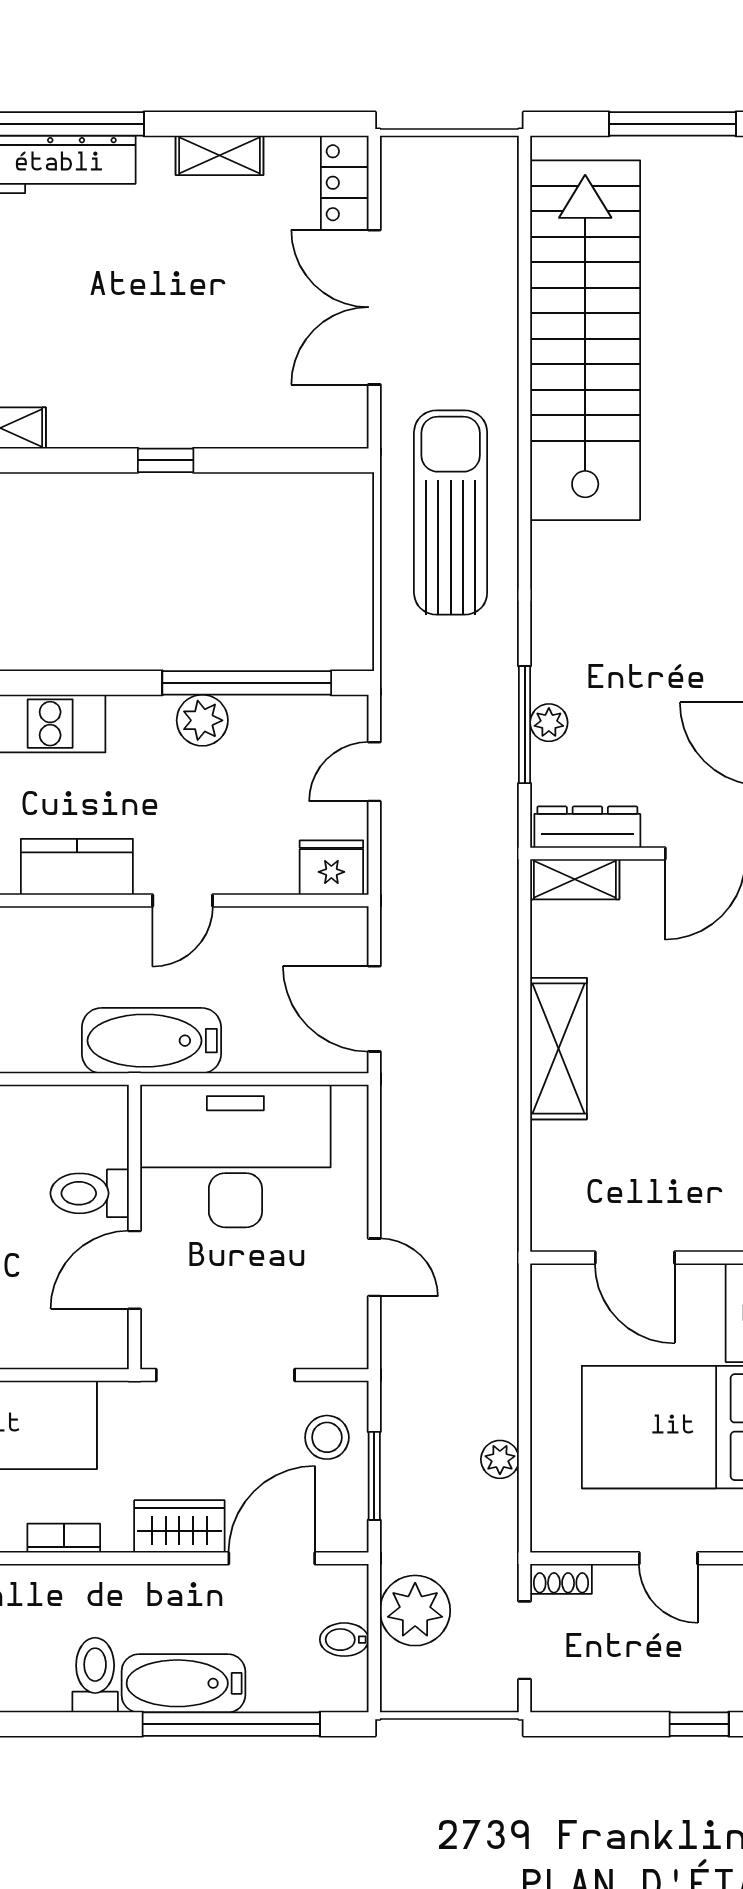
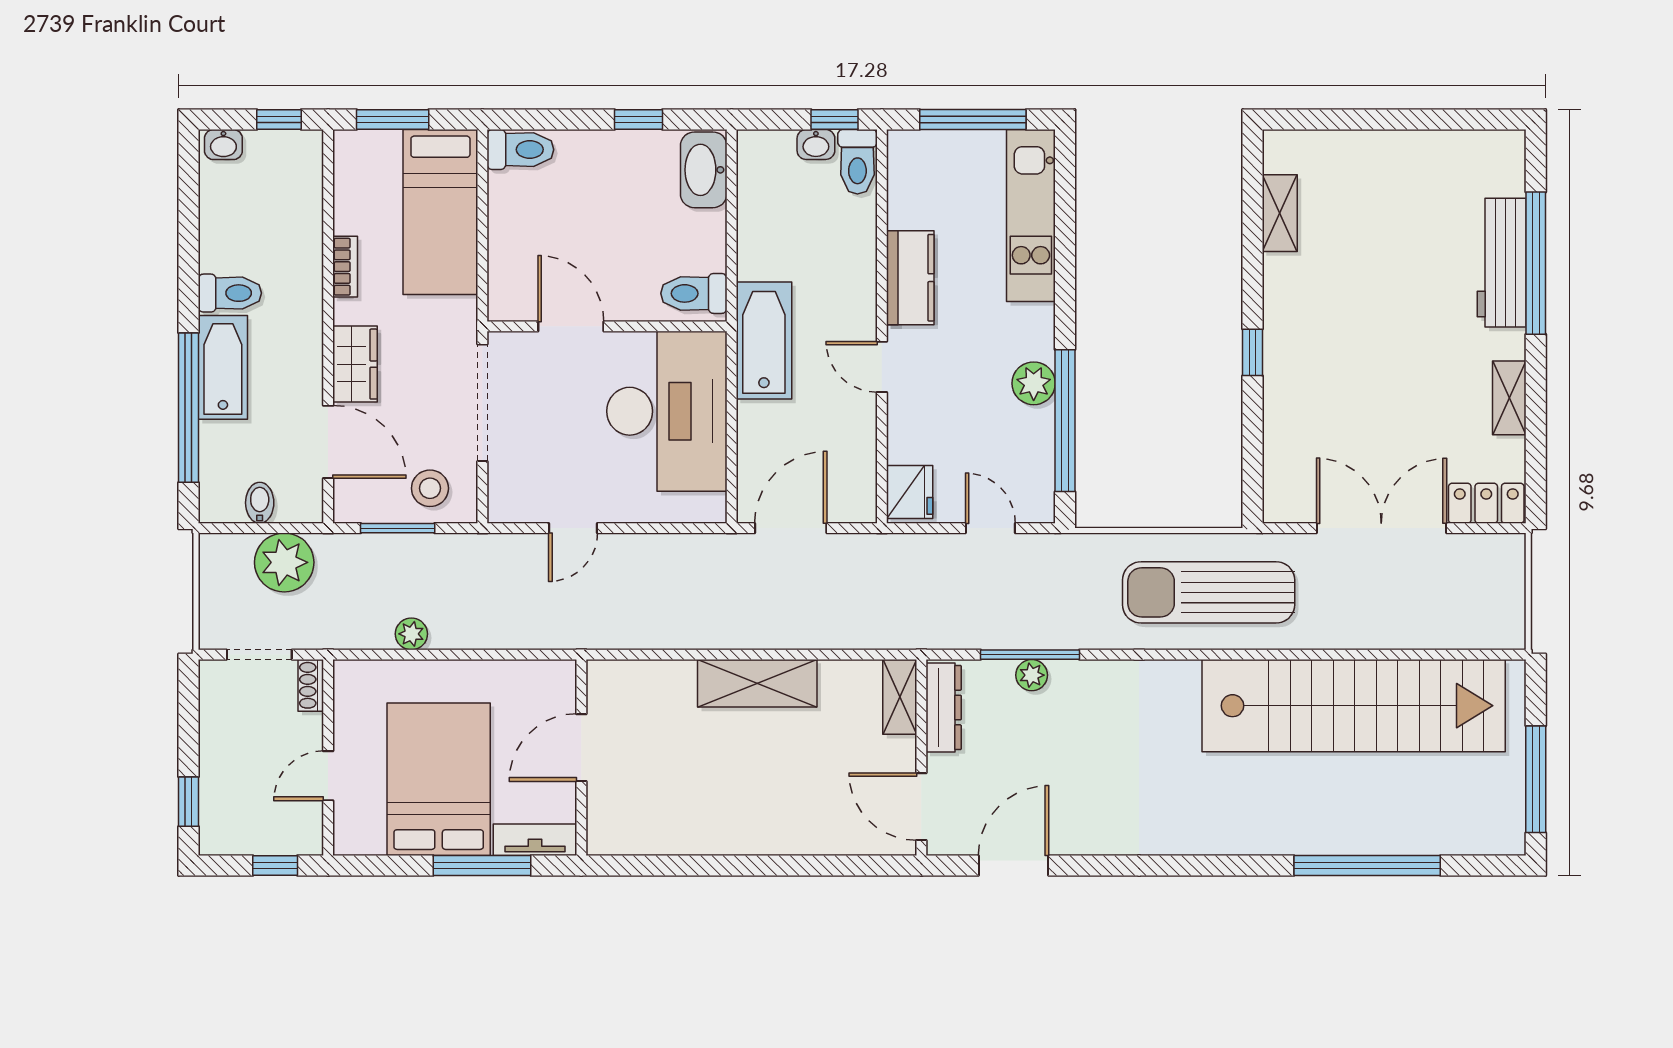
sun lounger: (451, 513) -> (1209, 592), turned 180
toilet: (90, 1193) -> (694, 293), moved, turned -90

